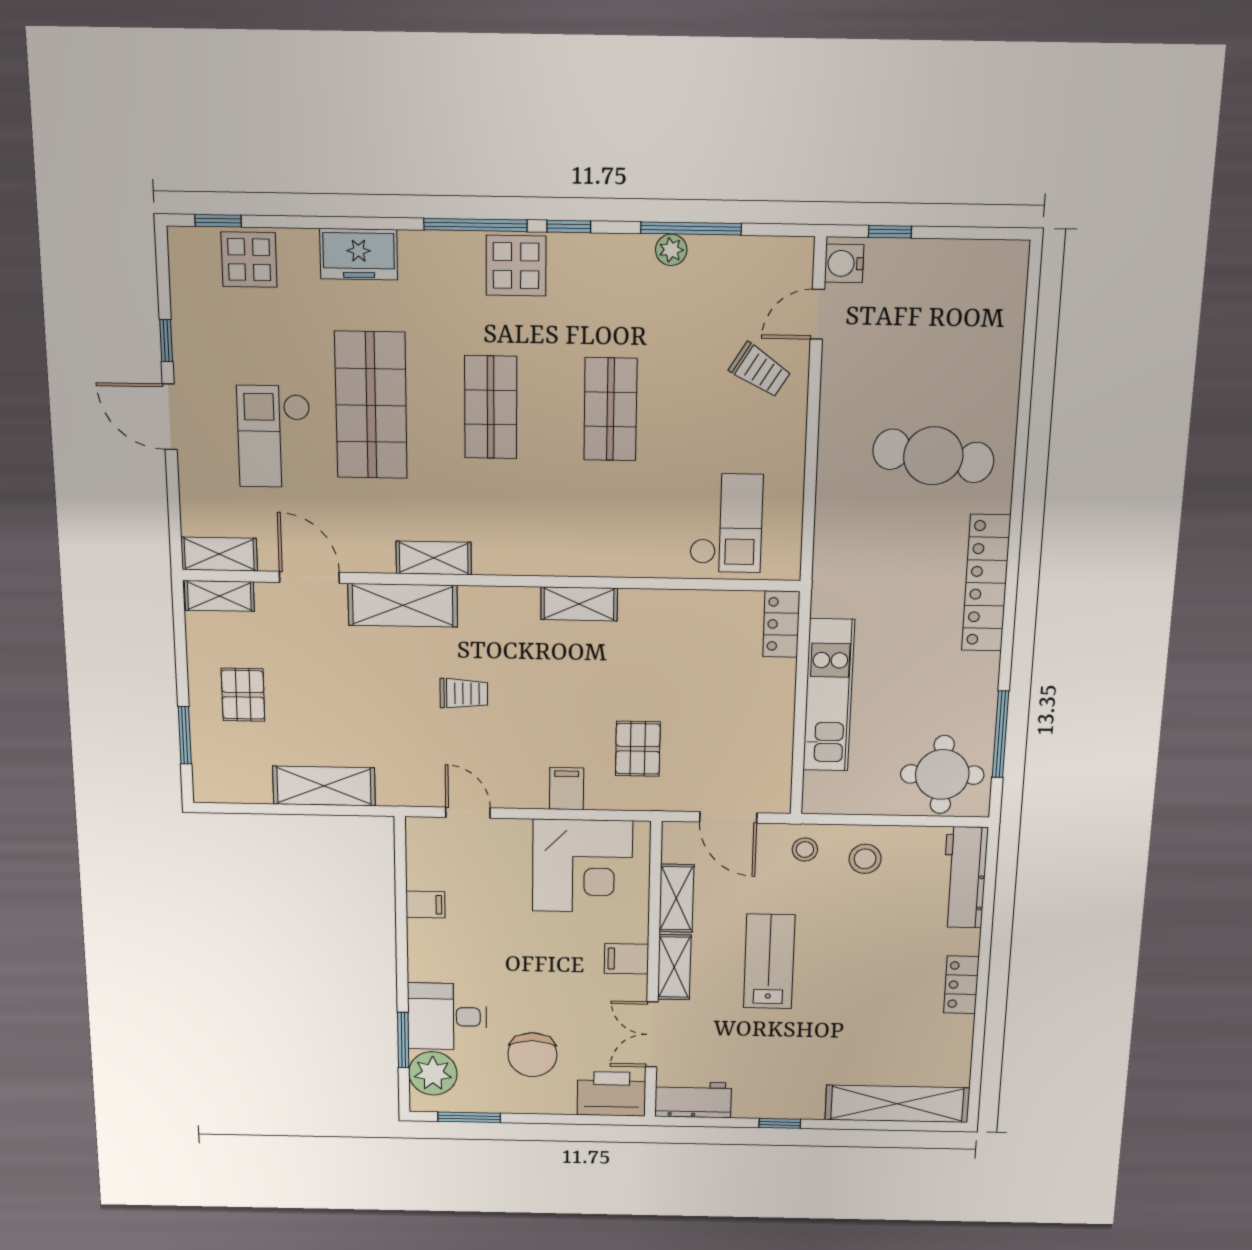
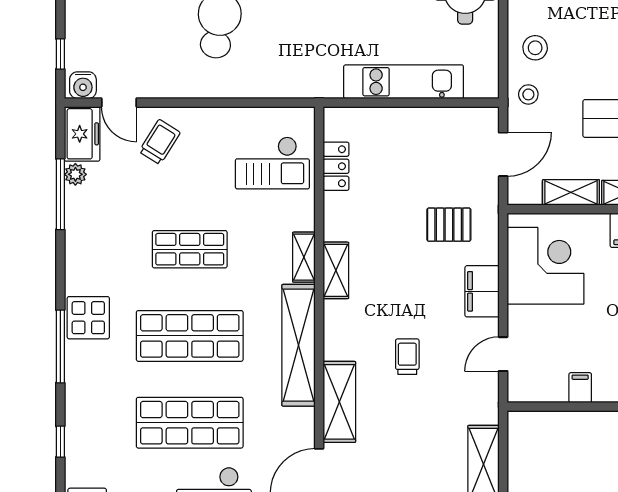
window: (569, 226) -> (60, 442), moved
plant: (671, 250) -> (75, 174), moved
freezer: (359, 254) -> (82, 134), moved
shop shelf: (491, 407) -> (190, 336), width x1.43, depth x1.36
checkout: (726, 523) -> (272, 163), turned 180
shelving: (434, 558) -> (298, 345), width x2.20, depth x1.33
shelving: (597, 562) -> (304, 257), added
locker: (781, 624) -> (336, 166), moved, turned -90
filing cabinet: (567, 789) -> (482, 291), width x2.00

